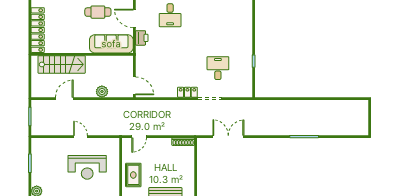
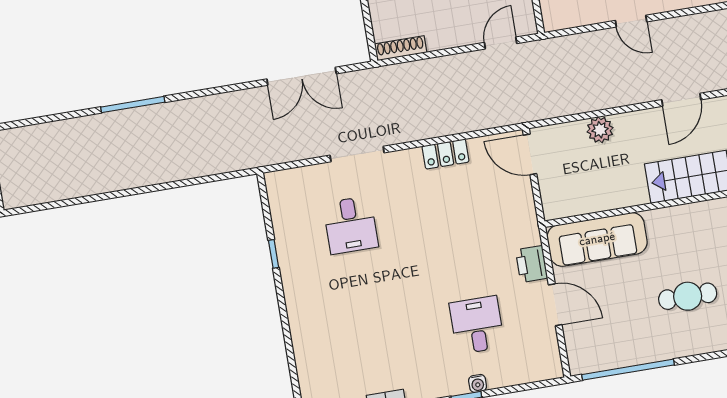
cafe table: (98, 12) -> (688, 296), moved
locker: (187, 92) -> (446, 154), moved

